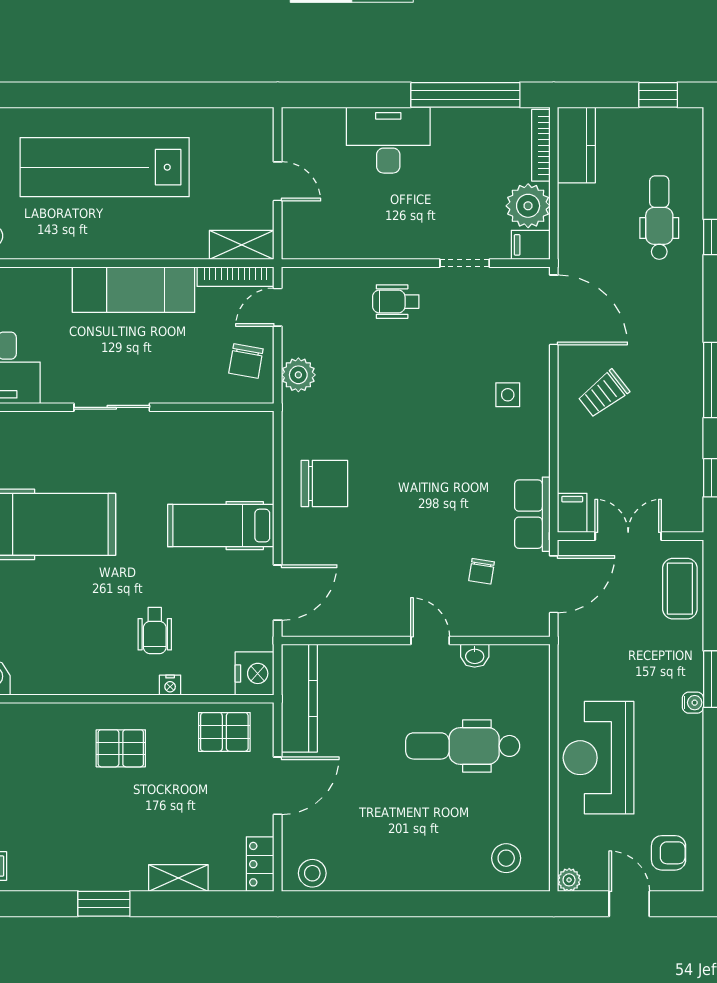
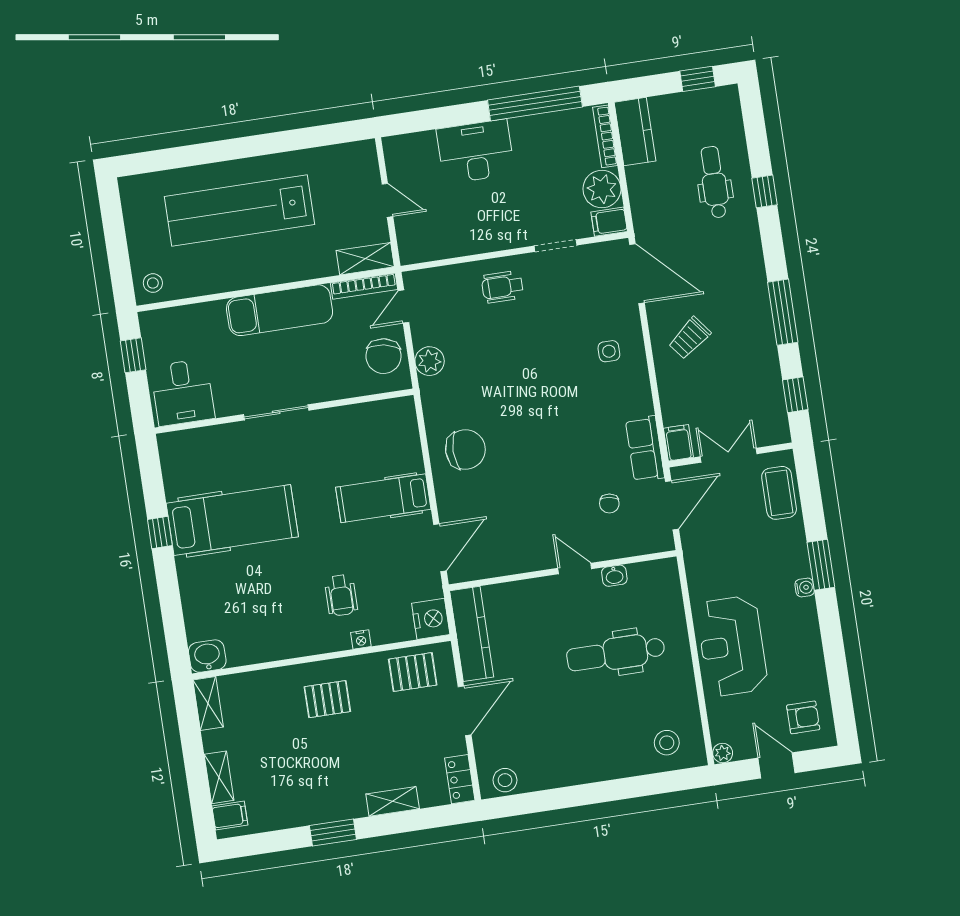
chair: (246, 361) -> (384, 356), width x1.37, depth x1.37

